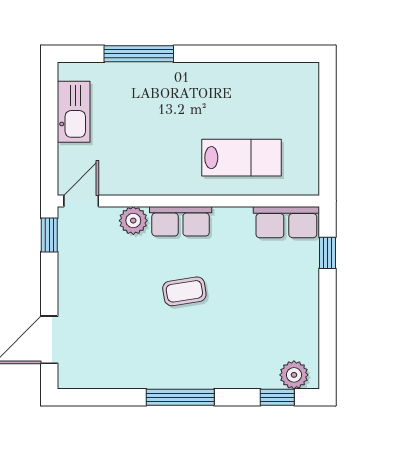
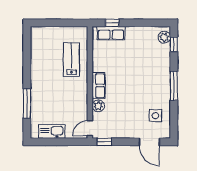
door: (81, 201) -> (90, 128), hinge flipped
row of seats: (286, 222) -> (111, 33), moved, turned 90
coffee table: (184, 291) -> (129, 84), removed
side table: (110, 354) -> (155, 116), added

